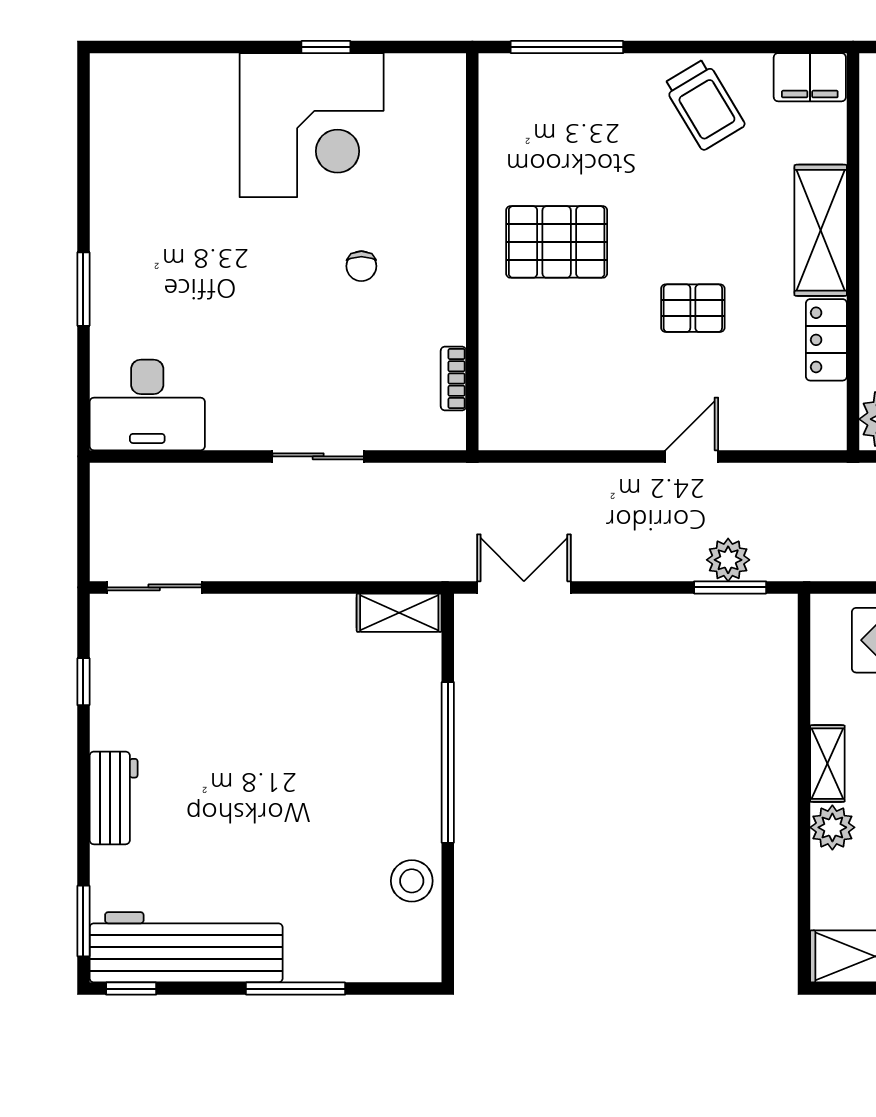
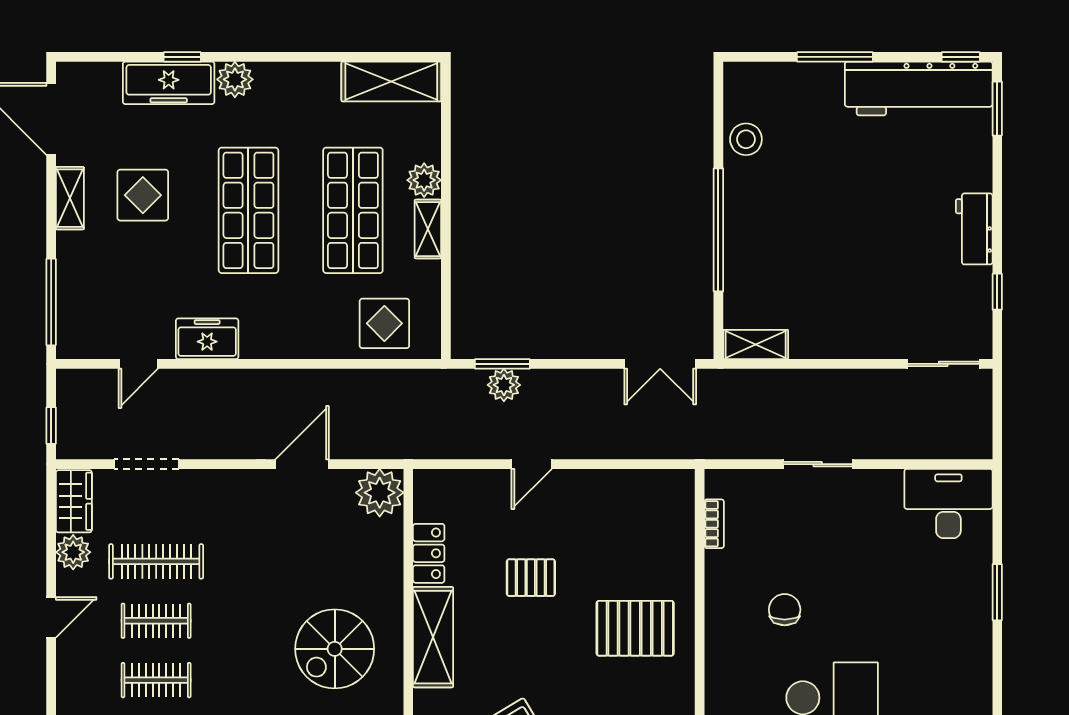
chair: (361, 266) -> (785, 610), width x1.37, depth x1.37
workbench: (114, 798) -> (974, 229), moved

